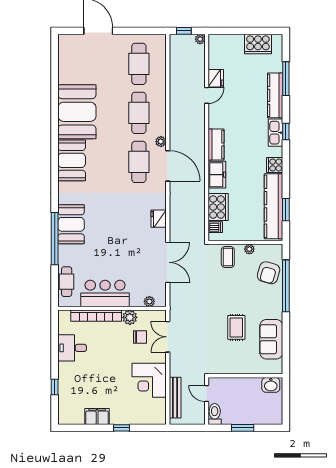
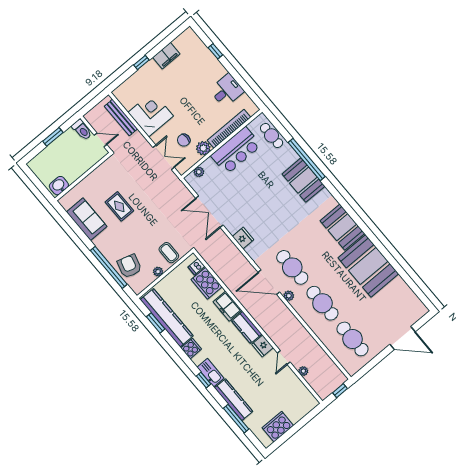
plant: (200, 39) -> (303, 371), moved
fridge: (216, 78) -> (263, 346), moved

